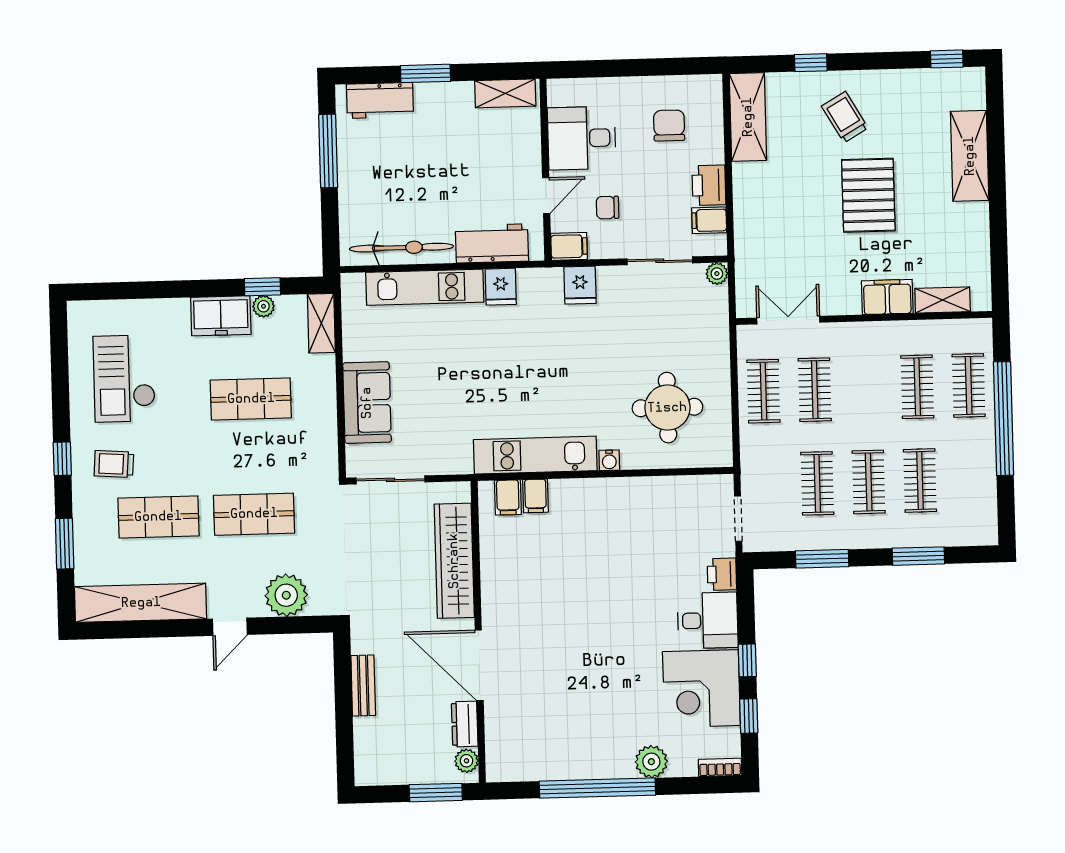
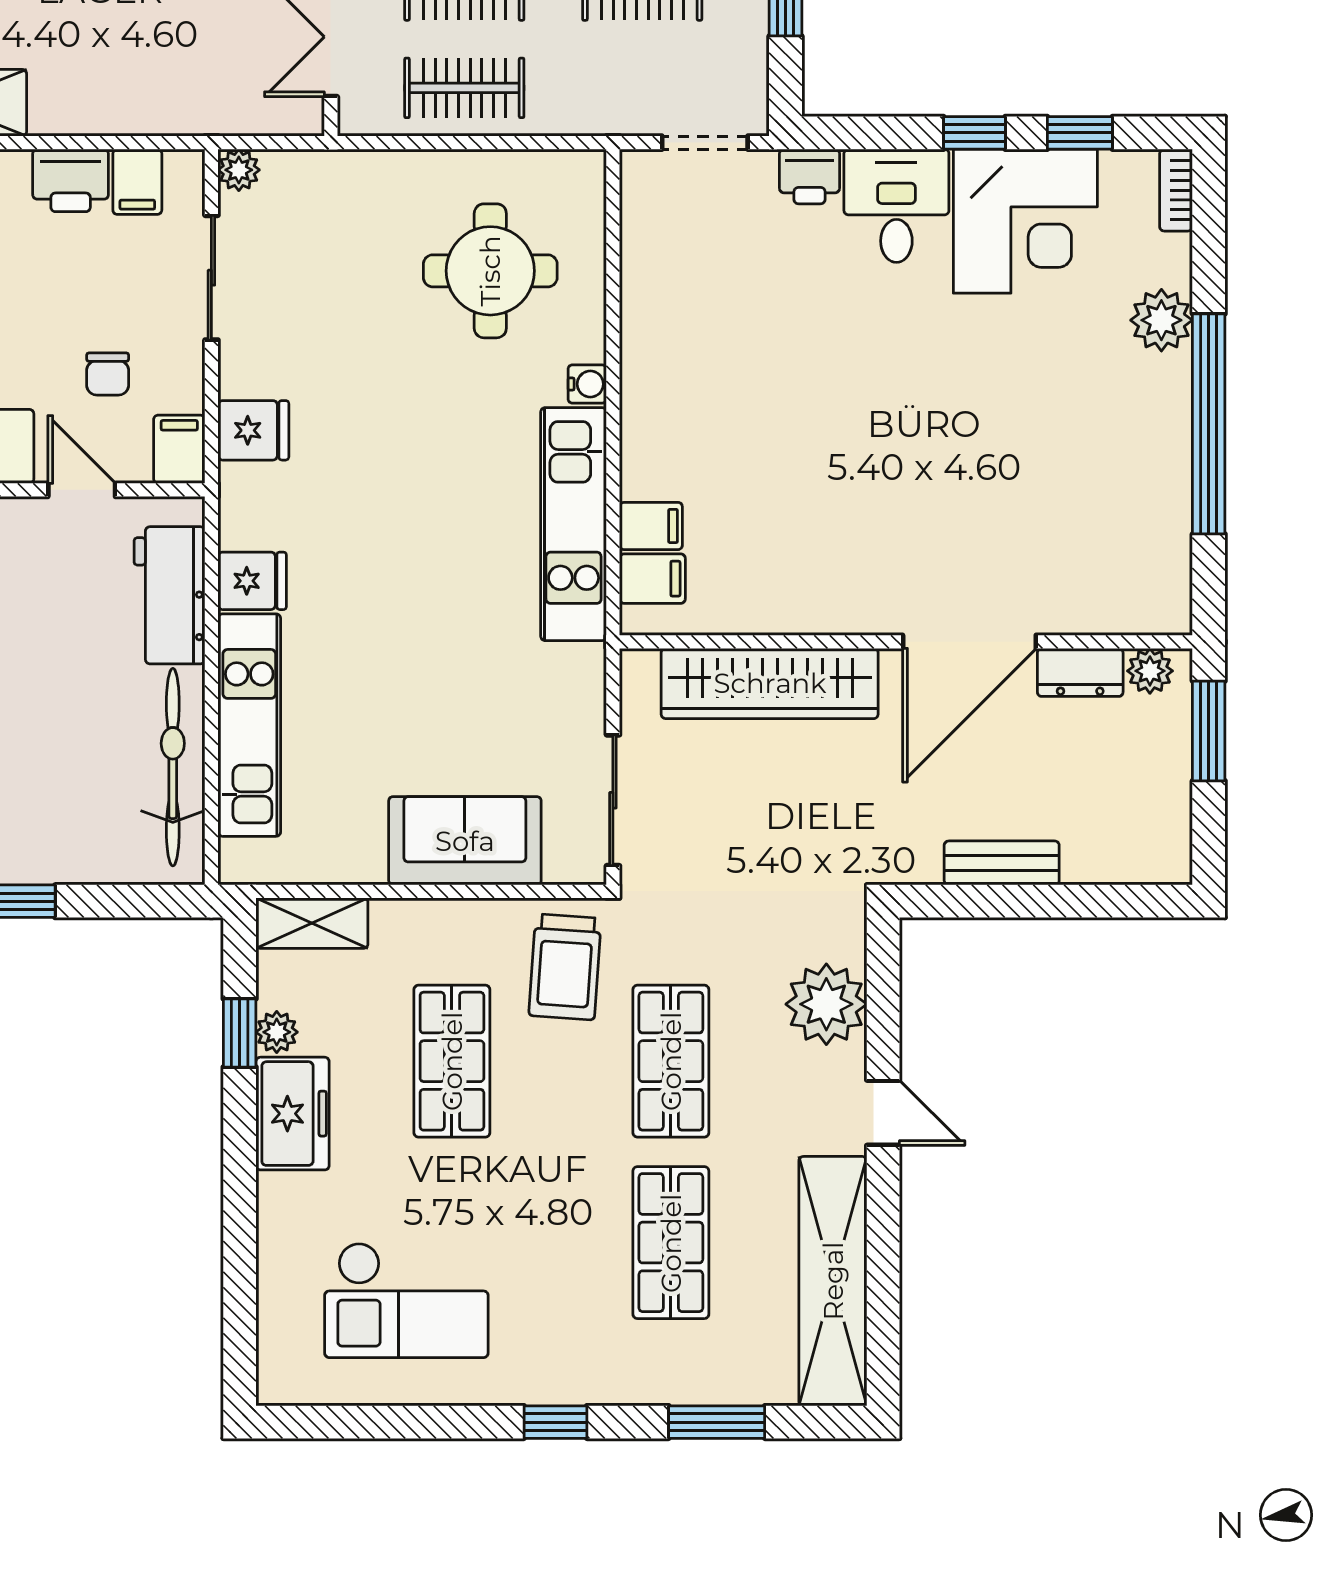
trolley: (114, 464) -> (565, 967), moved, width x1.36, depth x1.39

